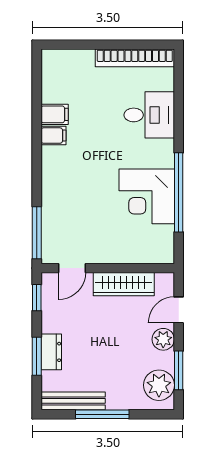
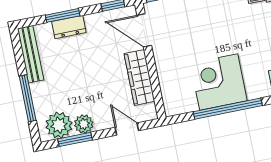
door: (72, 268) -> (144, 30), width x1.38
plant: (163, 339) -> (84, 124), moved
window: (102, 414) -> (28, 98), moved

